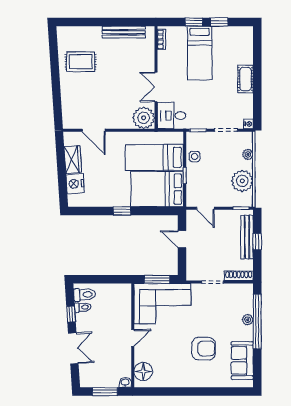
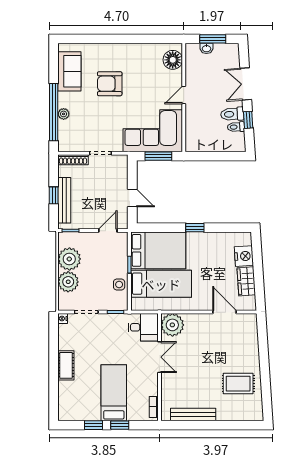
plant: (248, 154) -> (68, 282), width x1.87, depth x1.87
door: (205, 208) -> (108, 231), hinge flipped
toilet: (85, 295) -> (232, 114), moved
washbasin: (125, 382) -> (206, 48), moved

